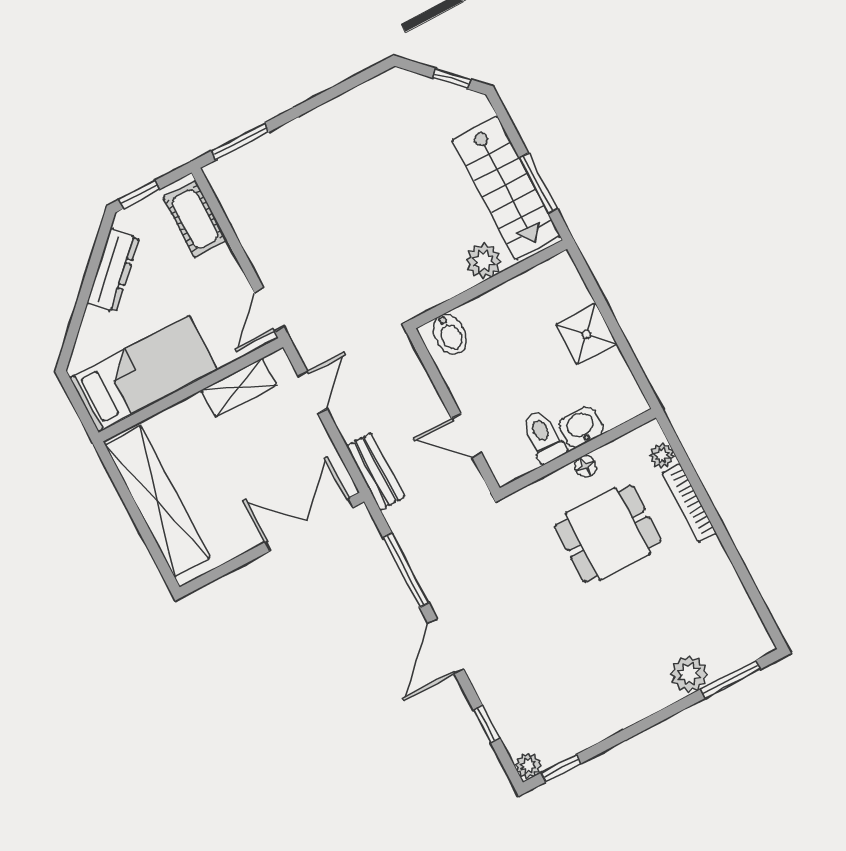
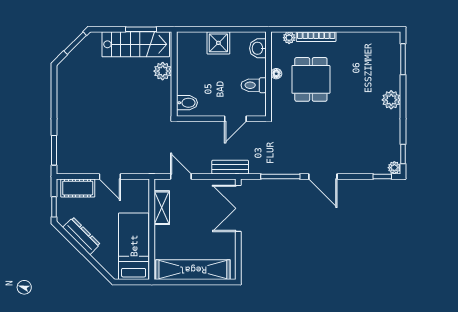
window: (452, 79) -> (75, 43), width x1.50
door: (269, 310) -> (110, 176), moved
washbasin: (581, 427) -> (258, 48), moved
plant: (689, 674) -> (391, 100), moved
window: (487, 724) -> (382, 176), moved

